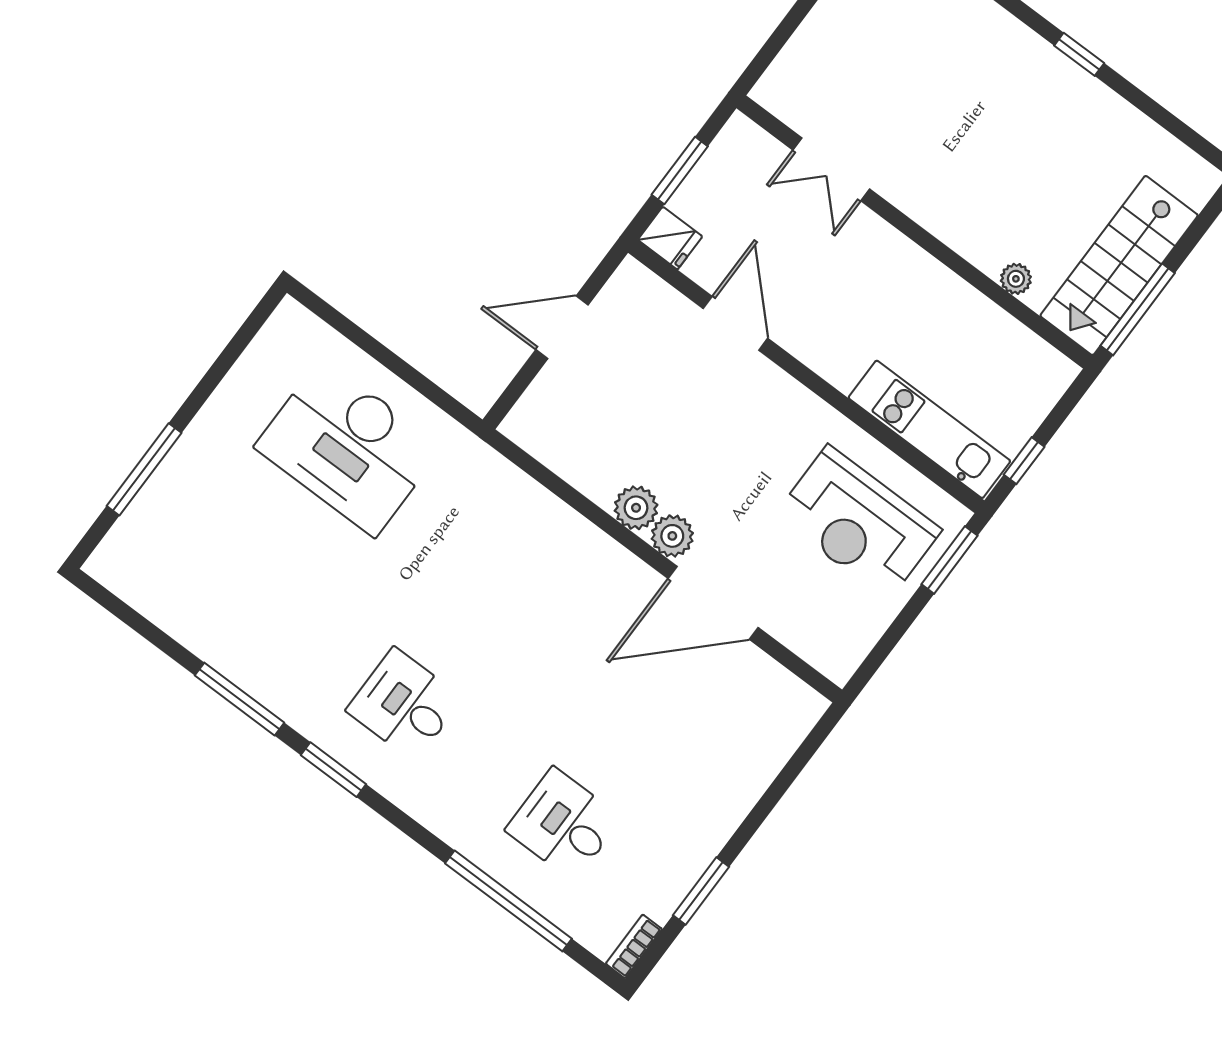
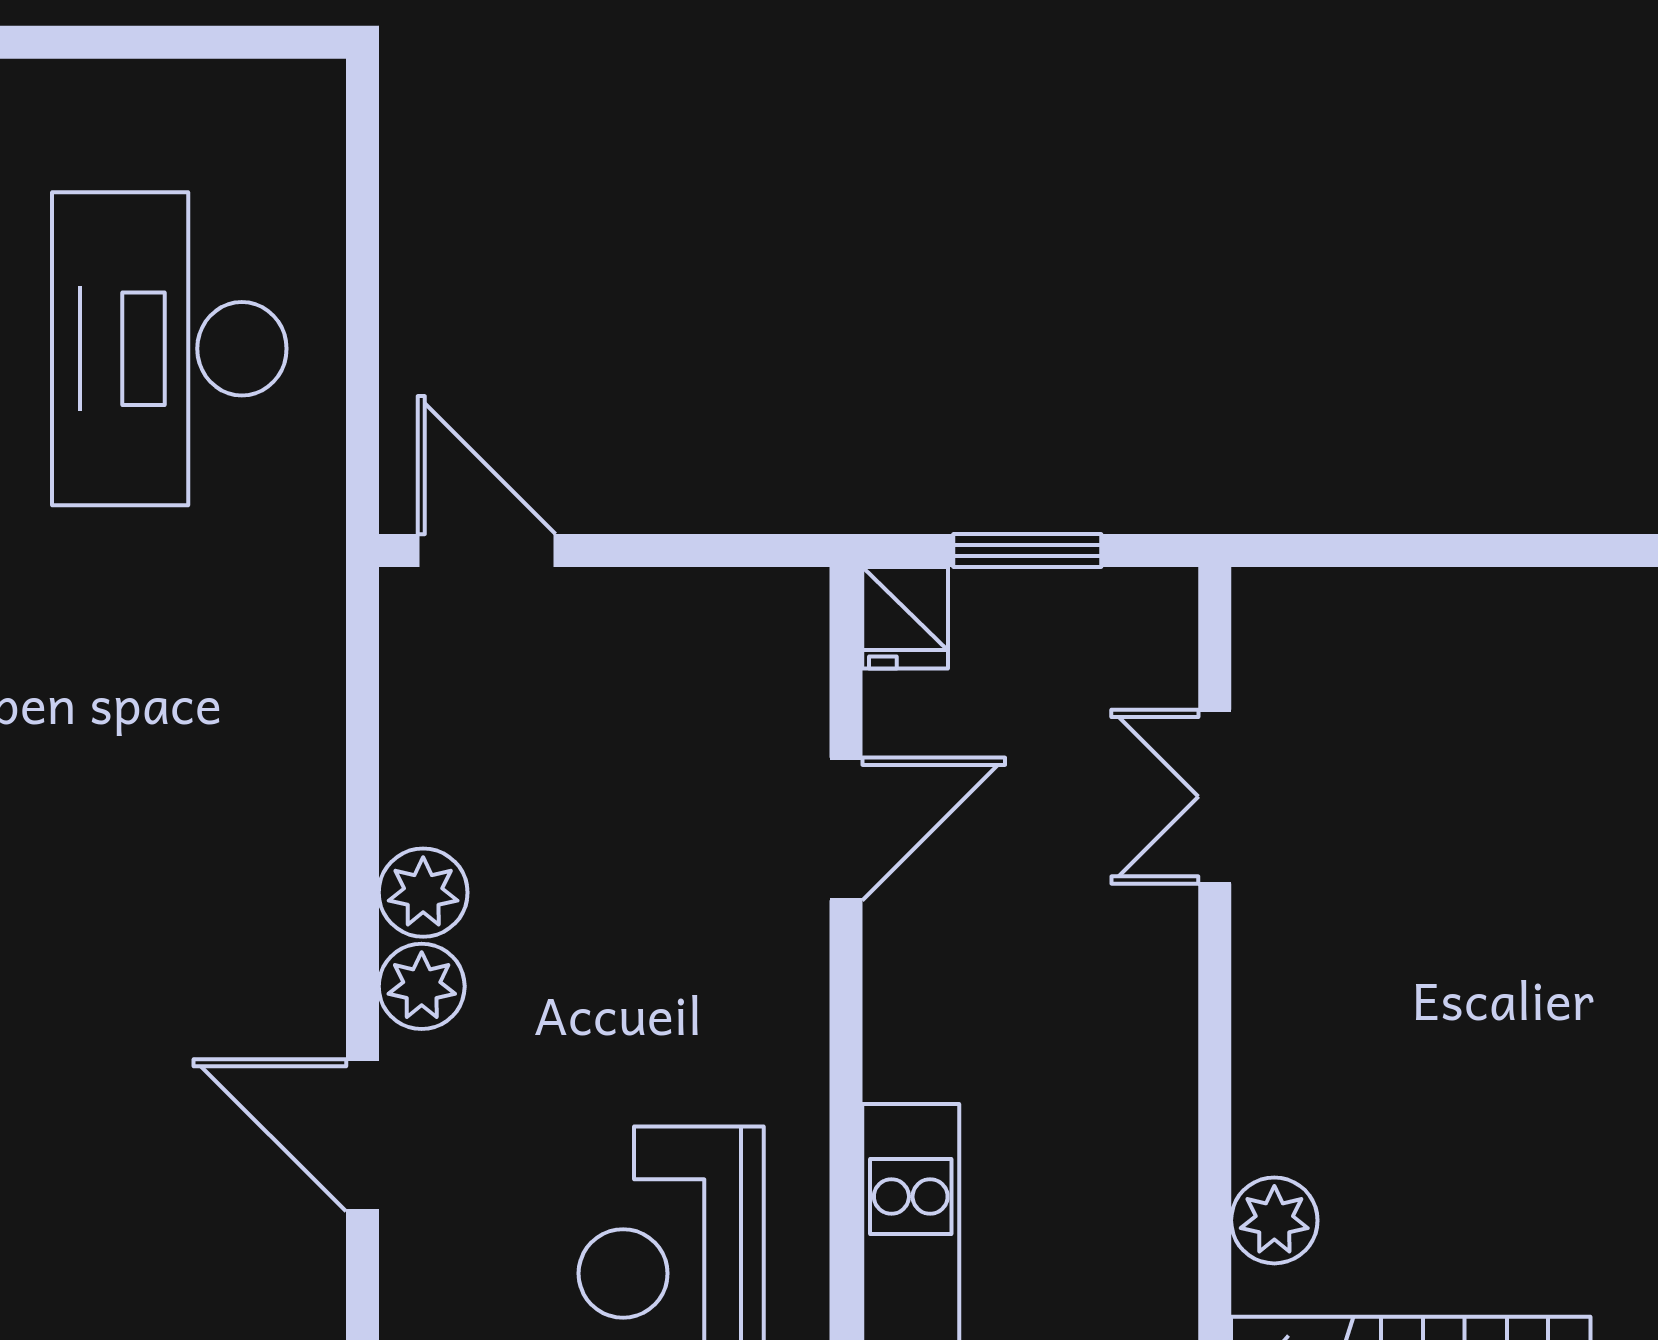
plant: (1016, 279) -> (1274, 1220), width x1.38, depth x1.38
door: (562, 327) -> (487, 550), moved
door: (713, 603) -> (362, 1135), width x0.73

